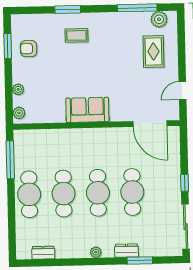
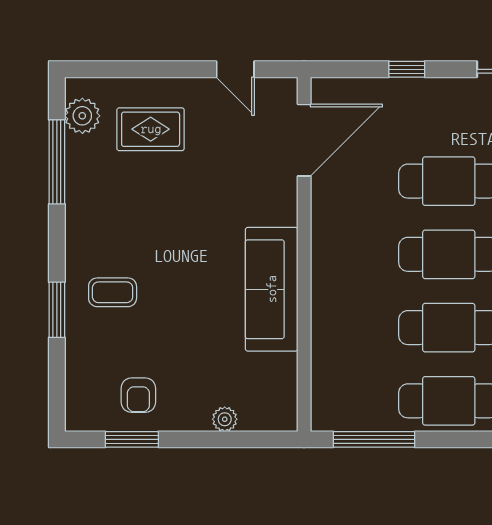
coffee table: (77, 35) -> (113, 292), turned 90
sofa: (87, 110) -> (272, 289), width x1.36
plant: (19, 113) -> (275, 419), removed
window: (185, 183) -> (407, 69), moved

